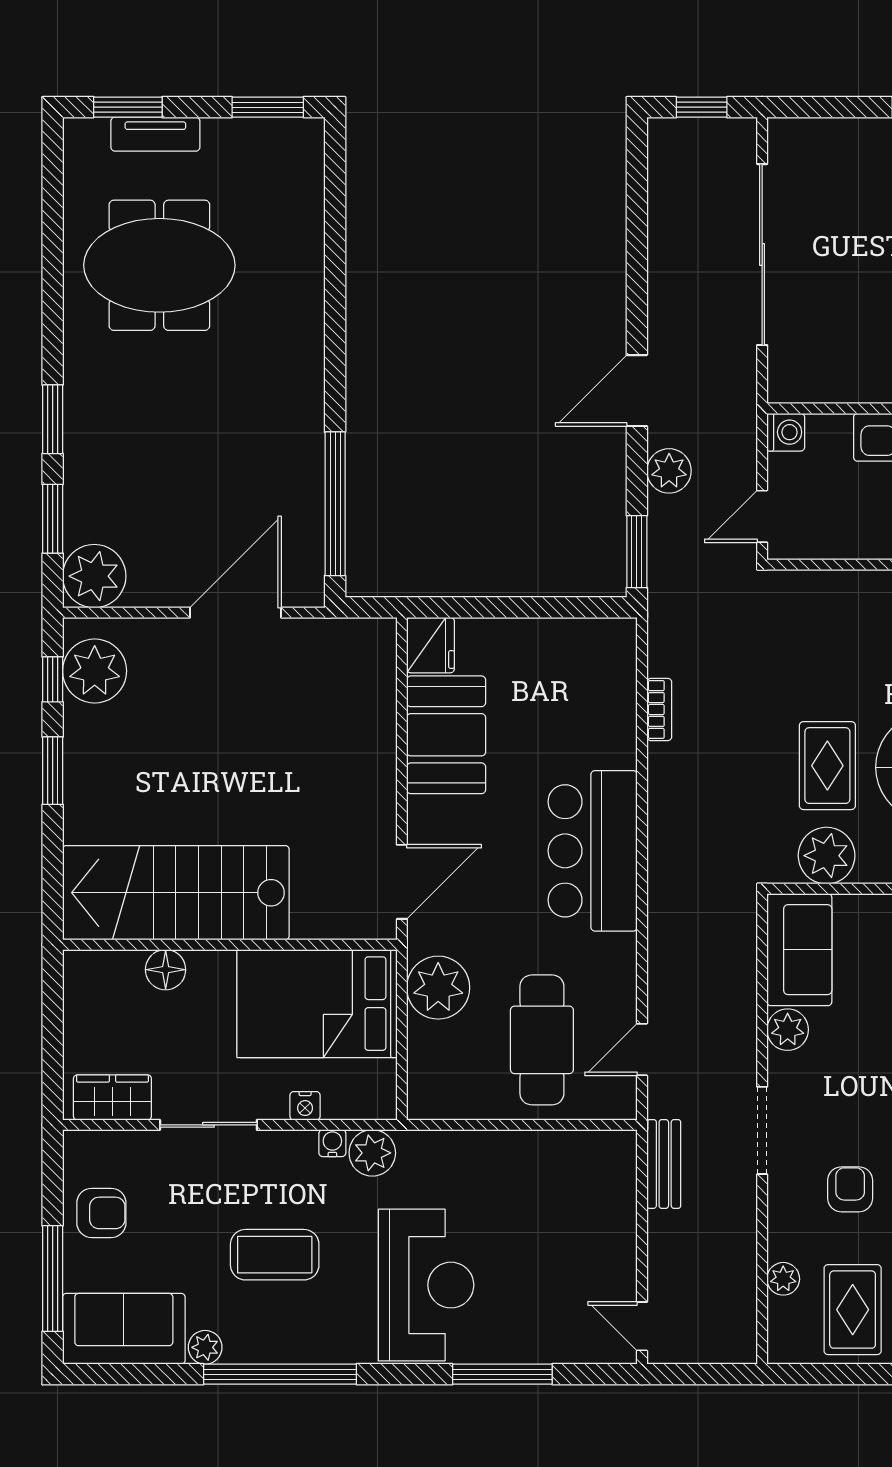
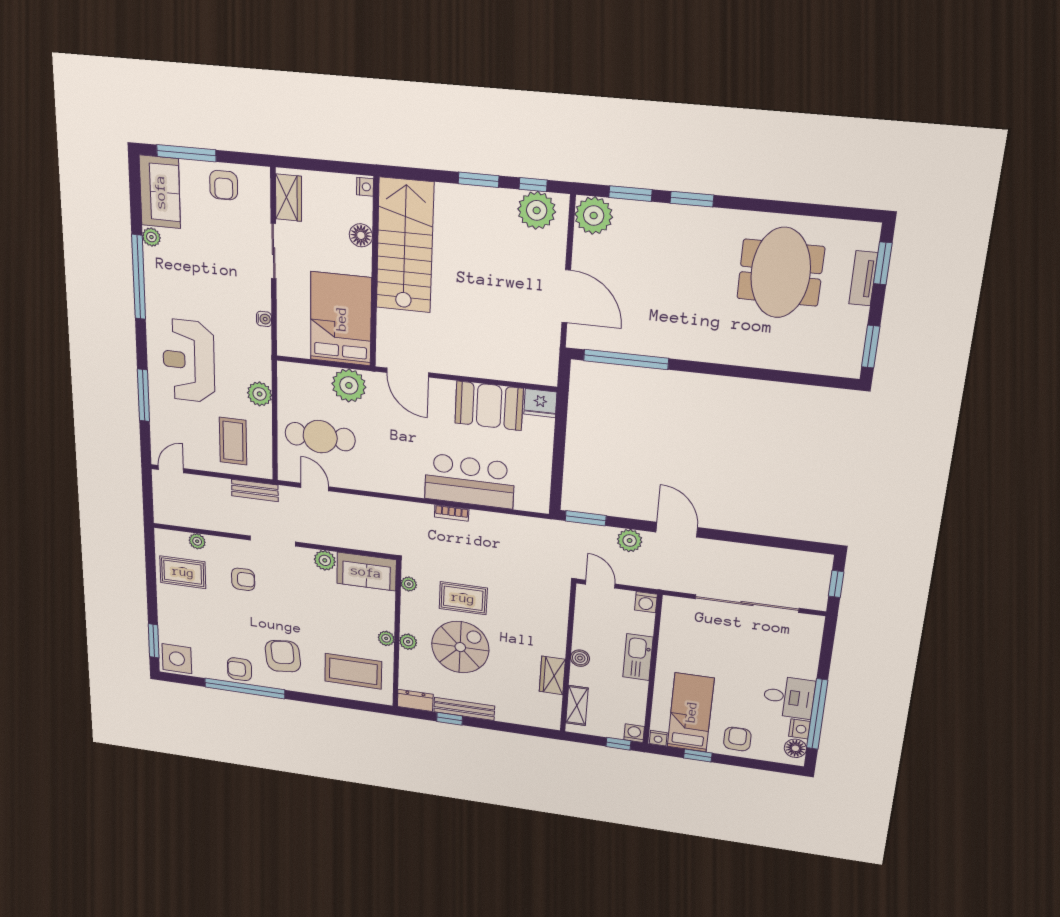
bookcase: (659, 709) -> (452, 513), moved
bar counter: (593, 851) -> (470, 481), moved
plant: (827, 856) -> (409, 584), width x0.53, depth x0.53
nightstand: (305, 1106) -> (365, 187), moved, turned 180
plant: (372, 1153) -> (260, 394), moved
coffee table: (275, 1255) -> (233, 441), moved
reception desk: (426, 1285) -> (189, 361), turned 90

